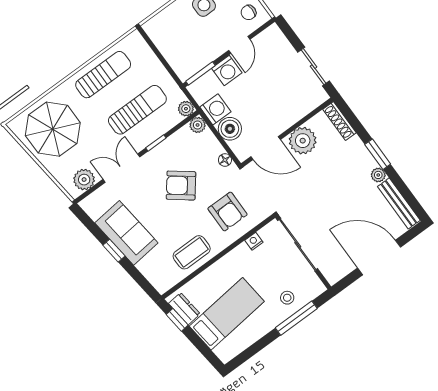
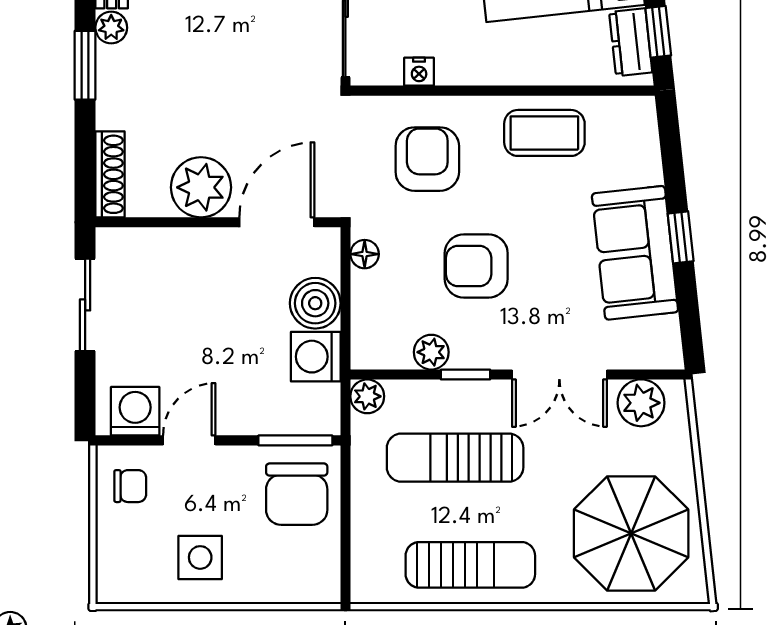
chair: (186, 54) -> (297, 494), added
washing machine: (227, 70) -> (135, 411), moved
sun lounger: (103, 75) -> (470, 565), turned 180
plant: (198, 125) -> (431, 352), moved
door: (266, 148) -> (277, 222), hinge flipped
armchair: (181, 185) -> (476, 266), turned 142

